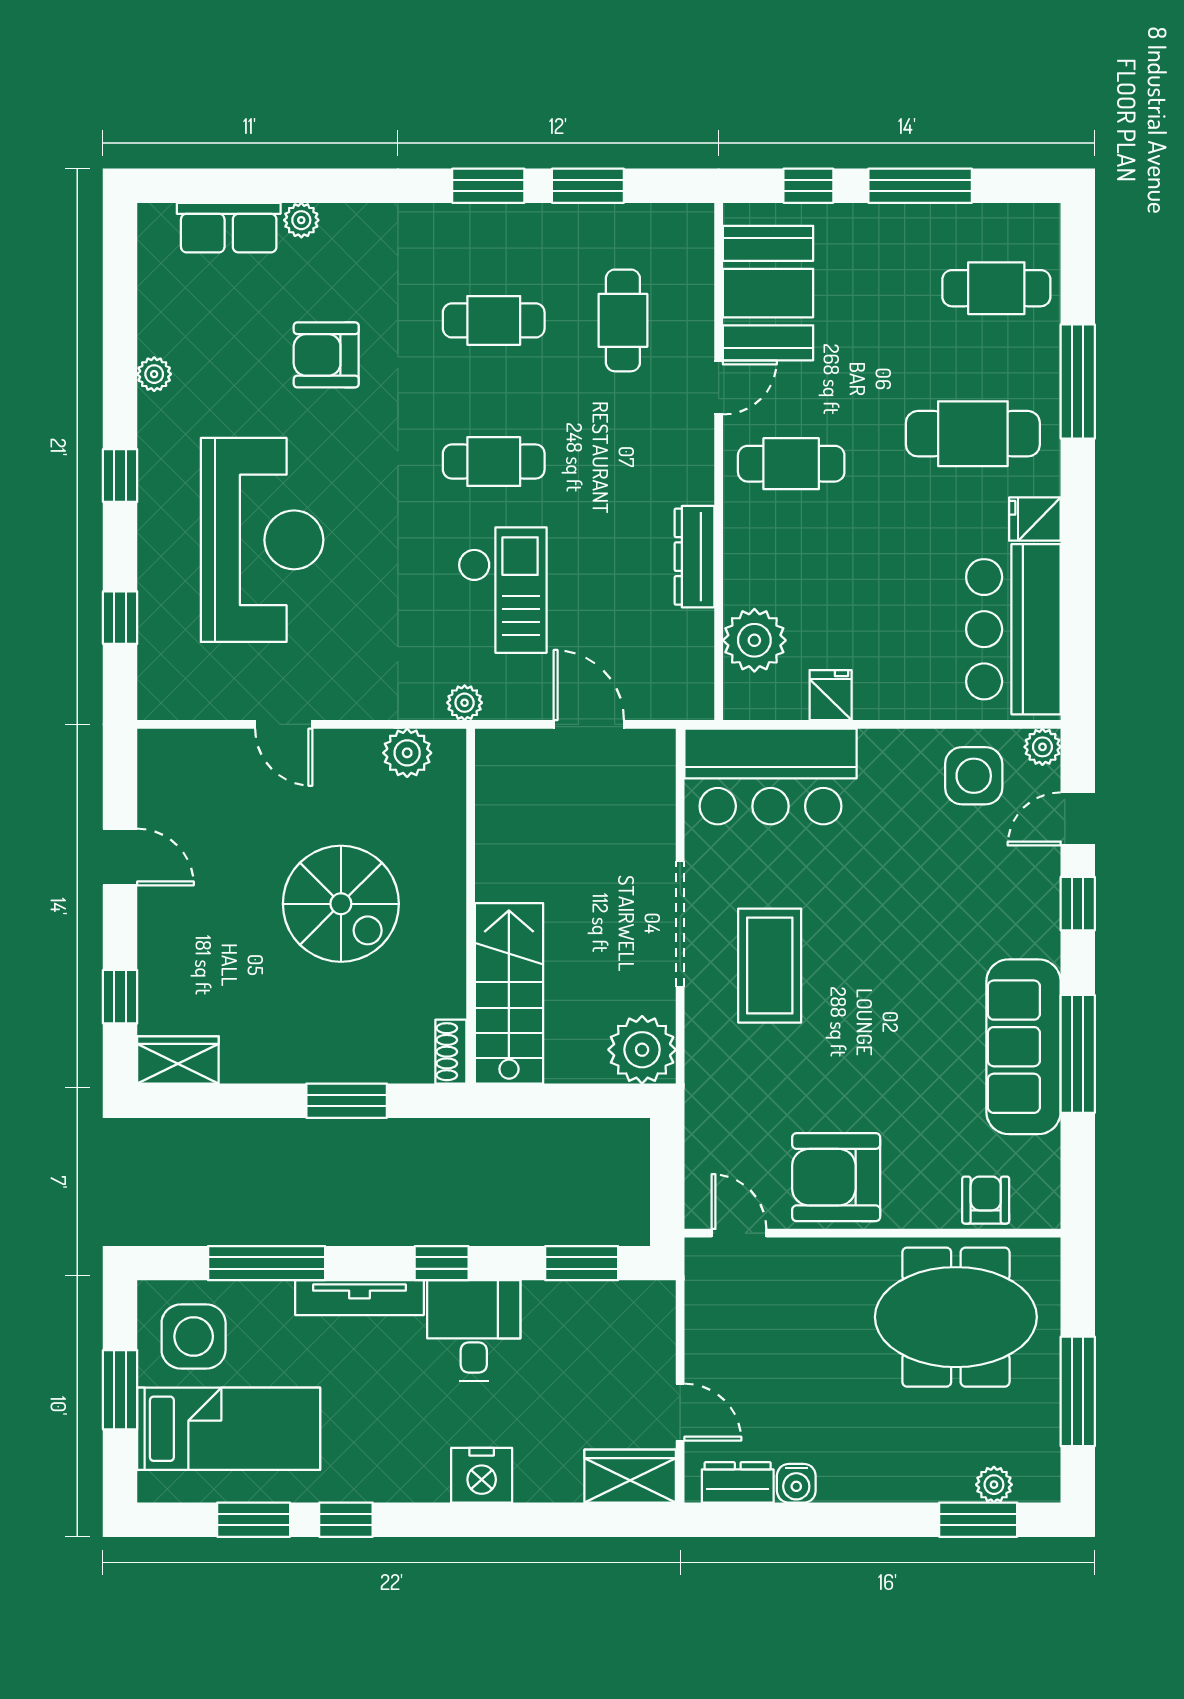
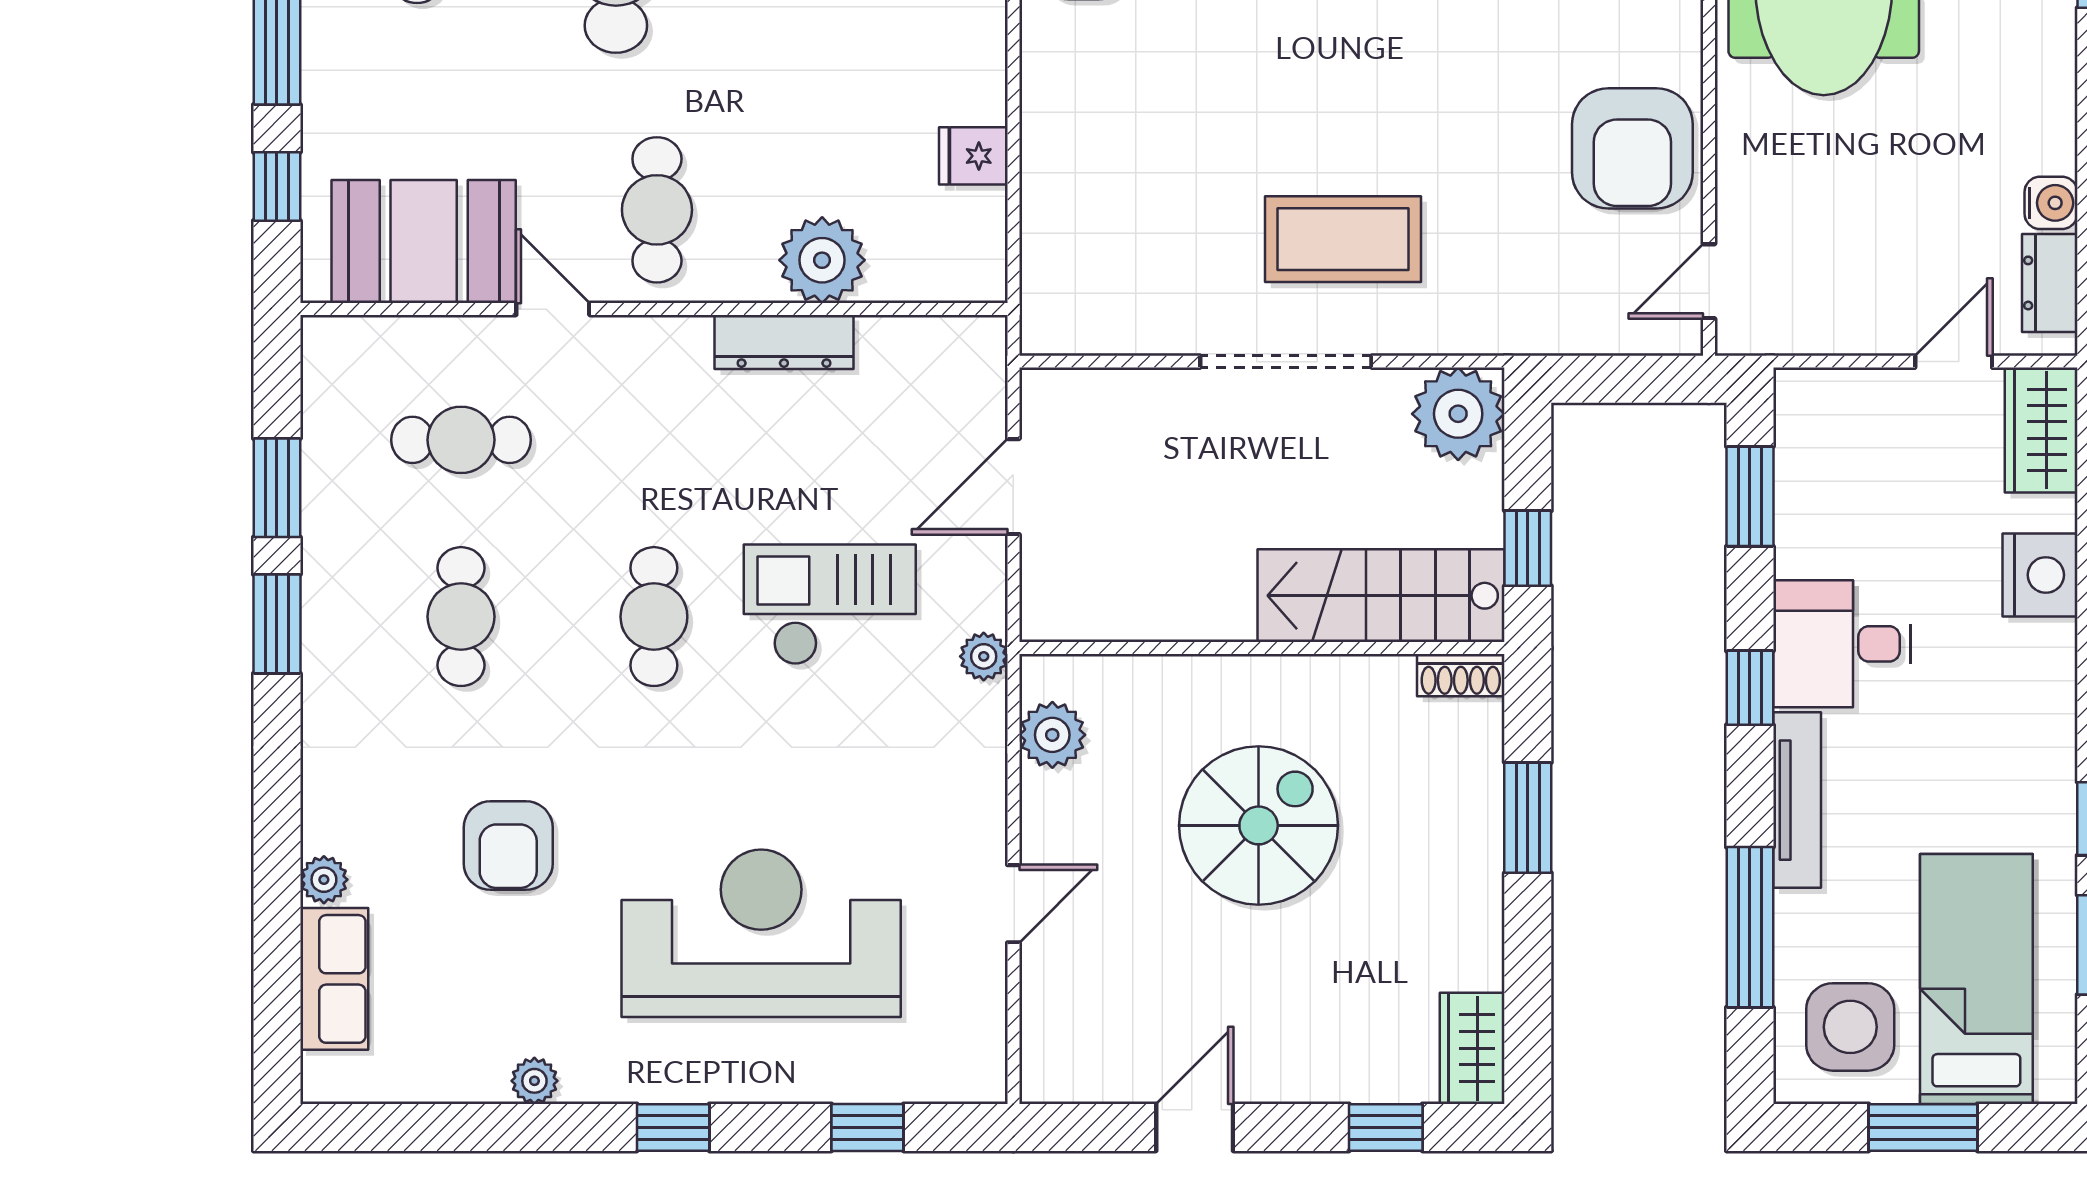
plant: (754, 640) -> (822, 260), moved
bar counter: (770, 777) -> (1085, 238), removed
window: (544, 1101) -> (1528, 548), added
nightstand: (482, 1475) -> (2040, 575), moved

